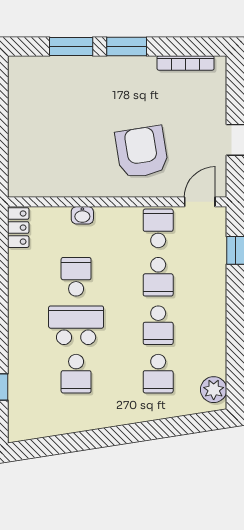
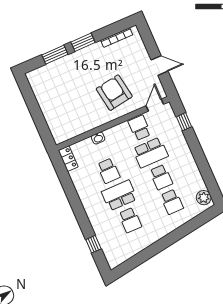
school desk: (76, 277) -> (109, 171), turned 180
school desk: (158, 277) -> (150, 152), width x1.85

